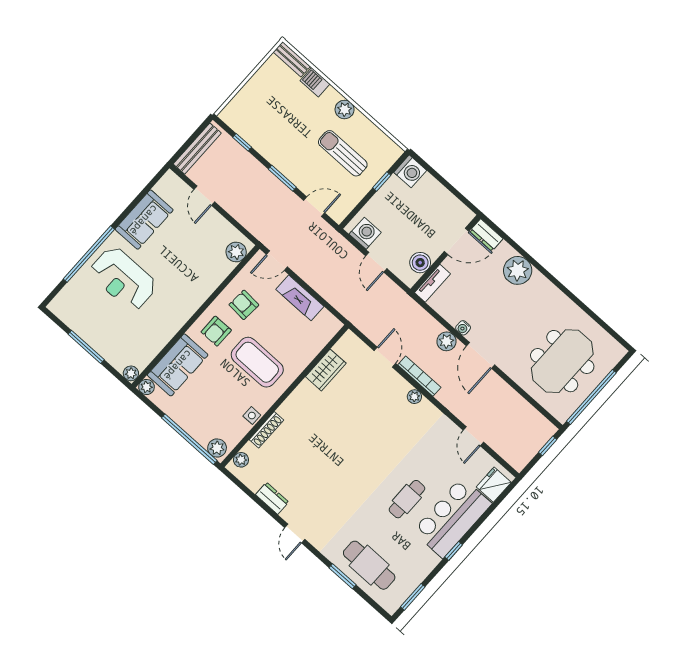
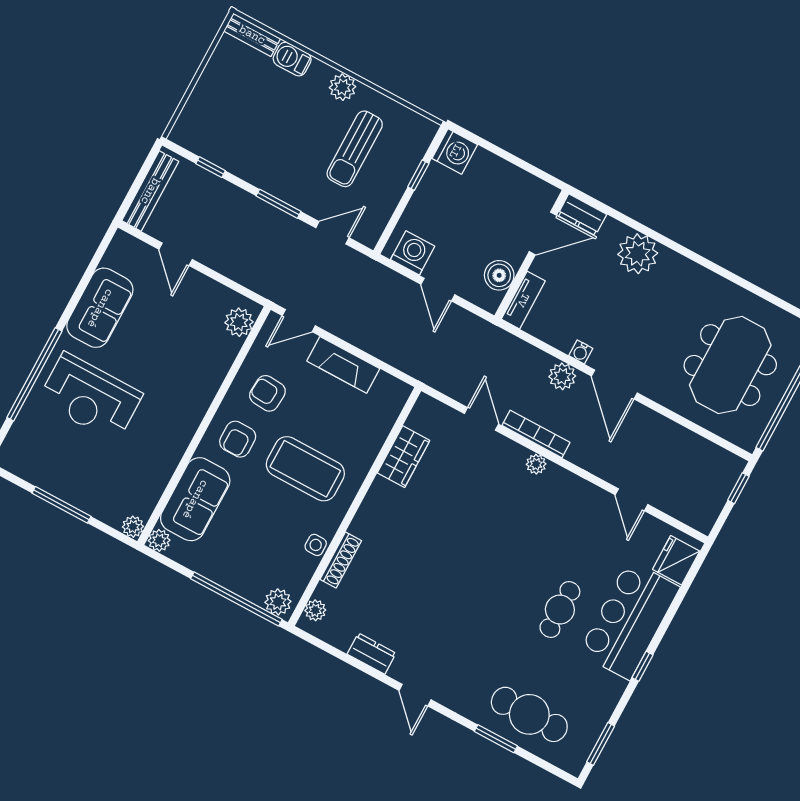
sun lounger: (343, 153) -> (355, 149), turned -90

